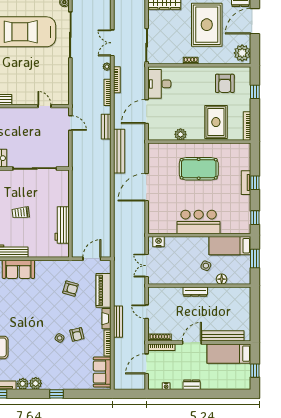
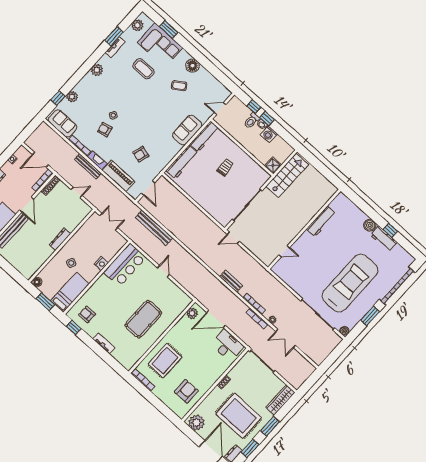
double door: (112, 43) -> (286, 338), swing flipped
armchair: (225, 83) -> (186, 391), turned 90
window: (255, 92) -> (161, 407), removed
door: (147, 112) -> (216, 319), swing flipped
rug: (216, 122) -> (165, 361), turned 90
door: (70, 123) -> (233, 238), moved
plant: (181, 134) -> (192, 313), moved
bench: (119, 151) -> (154, 228), moved
window: (255, 183) -> (98, 349), removed
door: (147, 187) -> (163, 271), width x0.53
armchair: (235, 216) -> (87, 314), added
bar counter: (199, 222) -> (125, 265), moved
workbench: (62, 225) -> (182, 162), moved, turned 90
nightstand: (159, 242) -> (101, 263), moved
floor lamp: (222, 279) -> (37, 282), moved
door: (147, 364) -> (40, 160), swing flipped
plant: (23, 384) -> (72, 97), moved
window: (56, 394) -> (58, 98), moved

